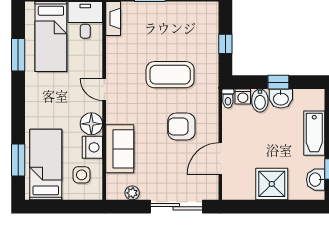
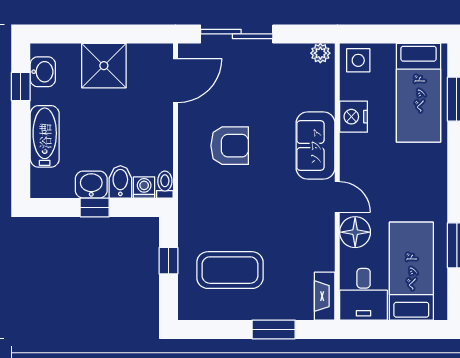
coffee table: (170, 75) -> (230, 270), moved
floor lamp: (91, 124) -> (355, 232), moved
sofa: (120, 149) -> (315, 146), moved
door: (220, 159) -> (176, 81), moved
side table: (82, 175) -> (358, 60), moved
plant: (132, 193) -> (320, 53), moved

